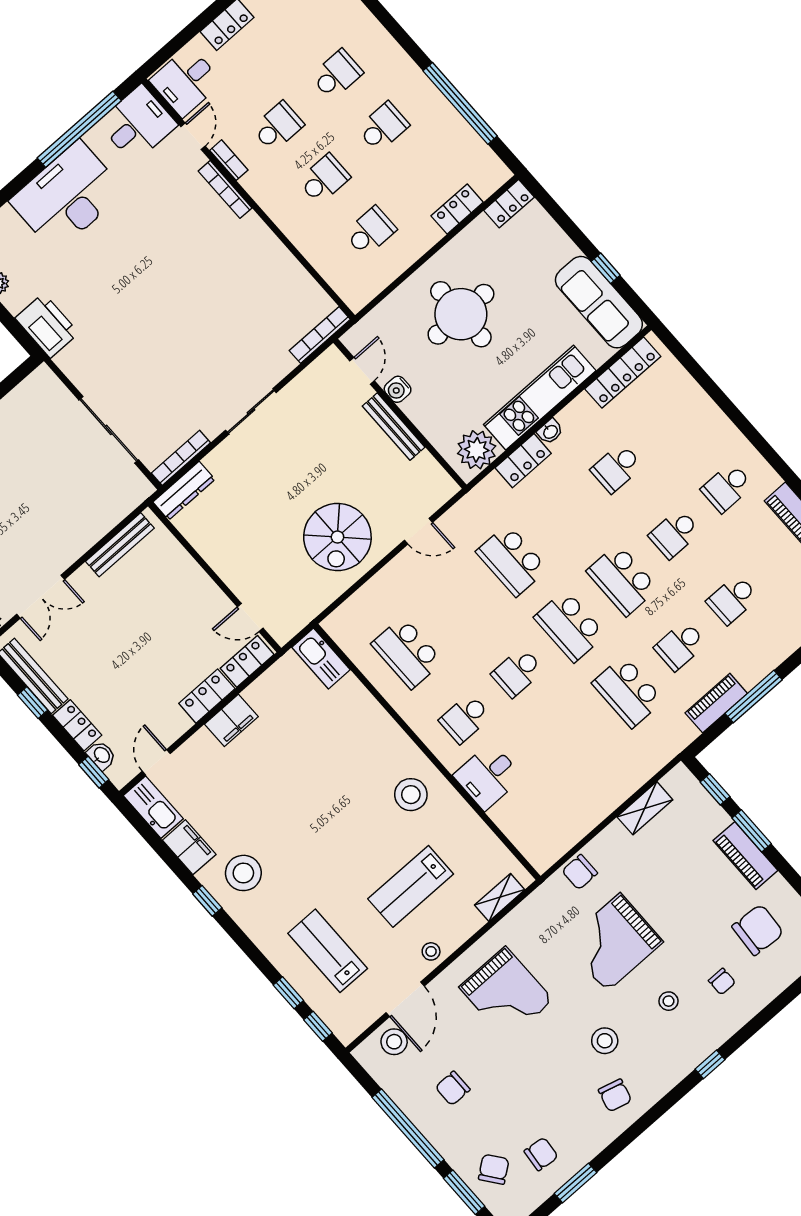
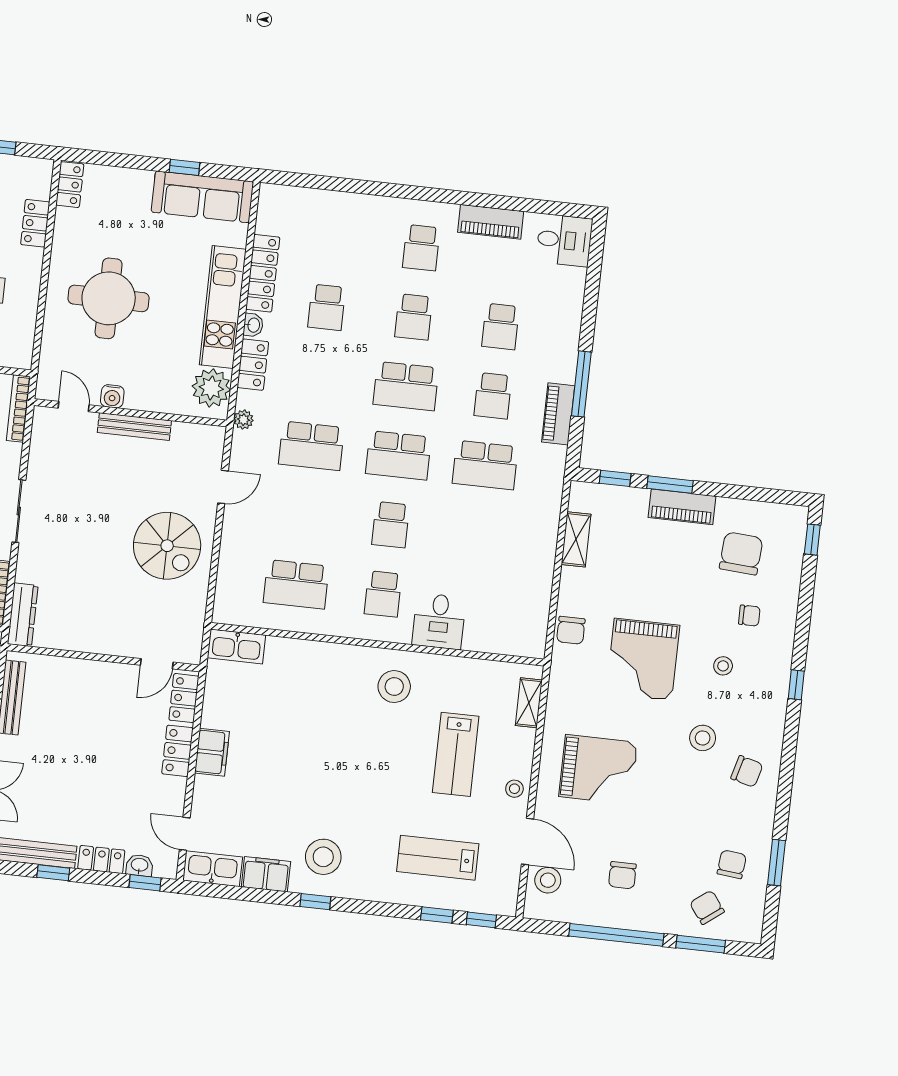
locker: (623, 373) -> (263, 273), moved
plant: (479, 495) -> (244, 420), added

